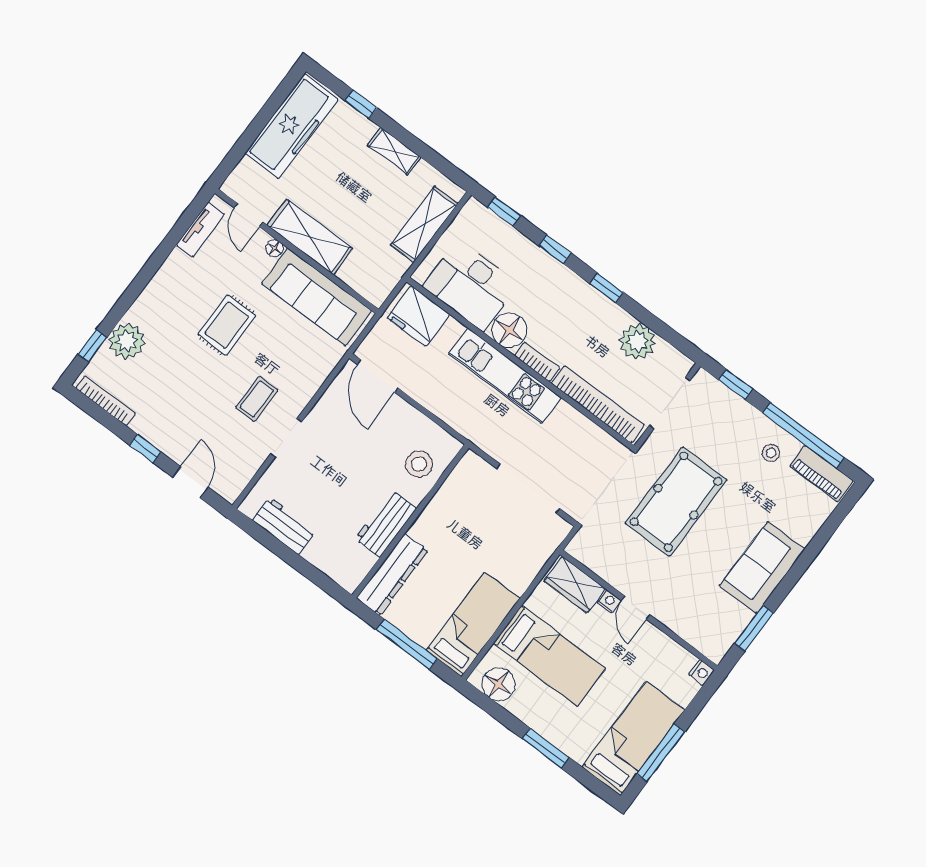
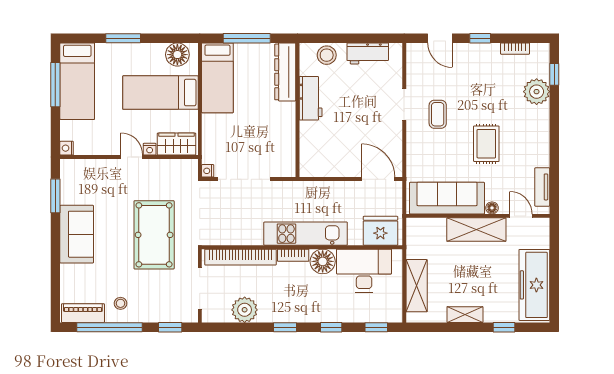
bookcase: (106, 401) -> (515, 49), width x0.64
stool: (419, 464) -> (327, 55), moved
nightstand: (562, 528) -> (208, 171), added

